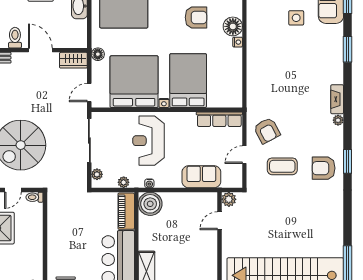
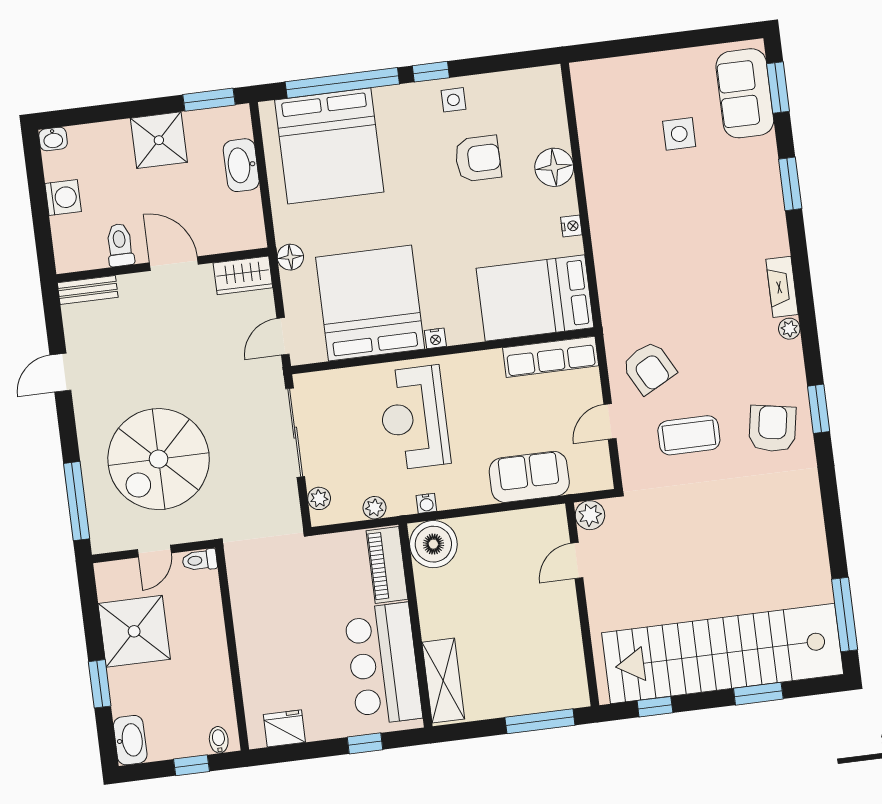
nightstand: (238, 42) -> (571, 226), moved
bed: (188, 81) -> (535, 298), moved, turned -90
armchair: (324, 168) -> (772, 429), turned 100

